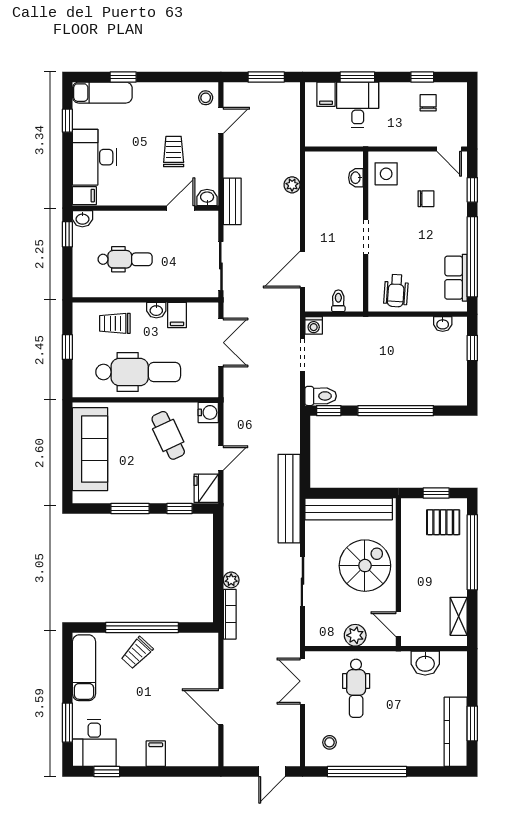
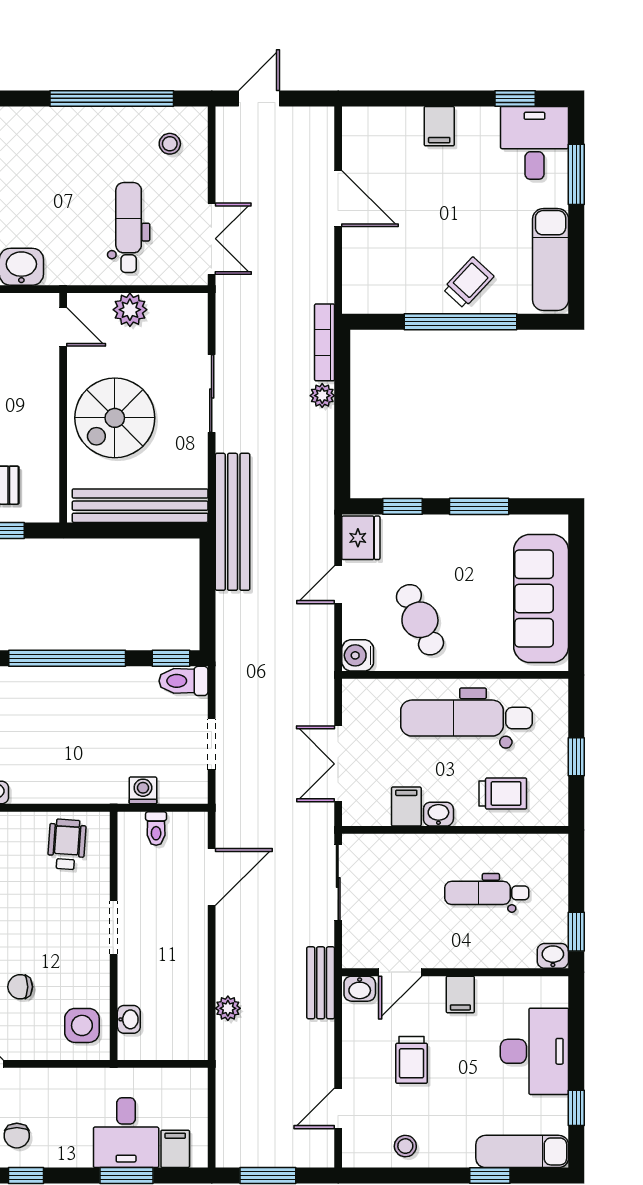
stool: (206, 98) -> (405, 1146), moved
filing cabinet: (84, 196) -> (460, 994), moved, turned -90
washing machine: (314, 325) -> (143, 790), moved

